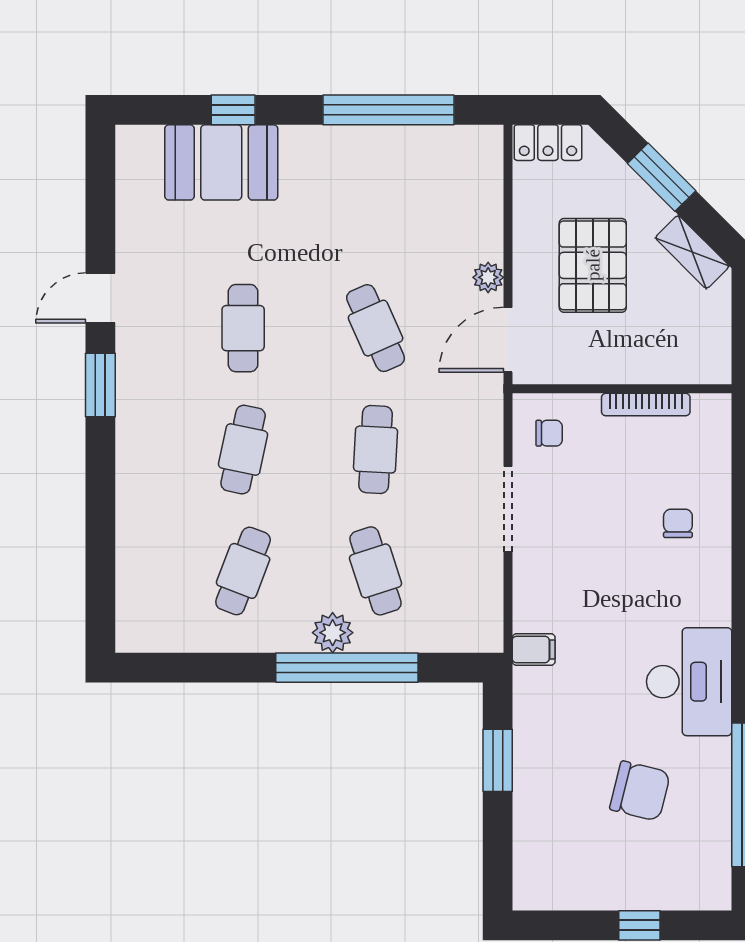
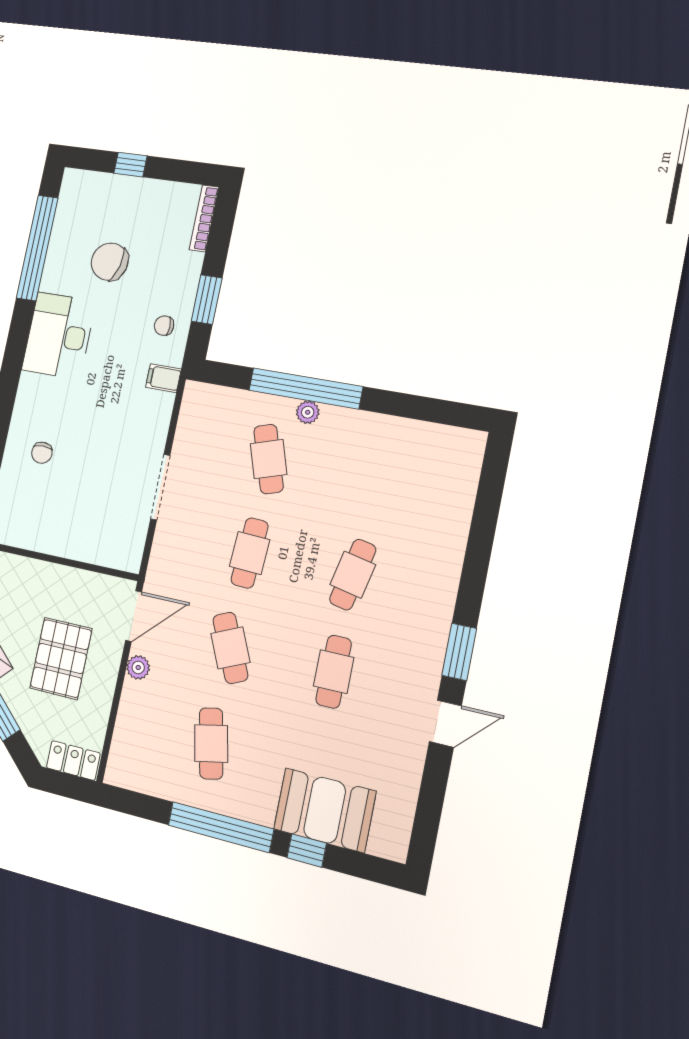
window: (388, 110) -> (221, 827), moved
bookcase: (646, 405) -> (204, 218), moved, turned -90
chair: (549, 433) -> (164, 326), moved
cafe table: (243, 571) -> (211, 744), moved, turned -33
plant: (333, 633) -> (308, 412), width x0.73, depth x0.73

